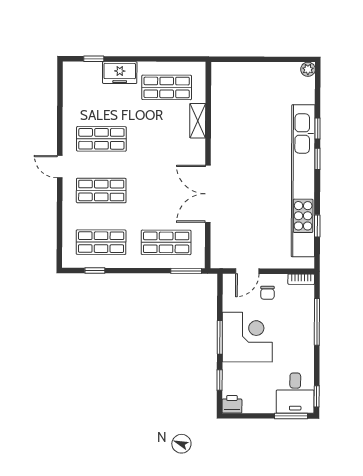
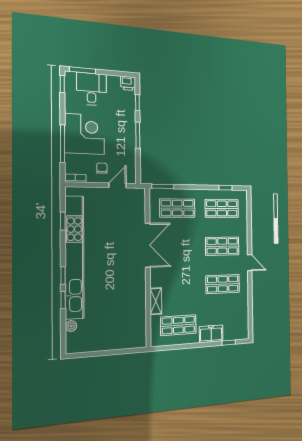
plant: (308, 69) -> (71, 326), moved
corner desk: (247, 337) -> (85, 134), moved, turned 180
desk: (295, 393) -> (92, 89), moved

